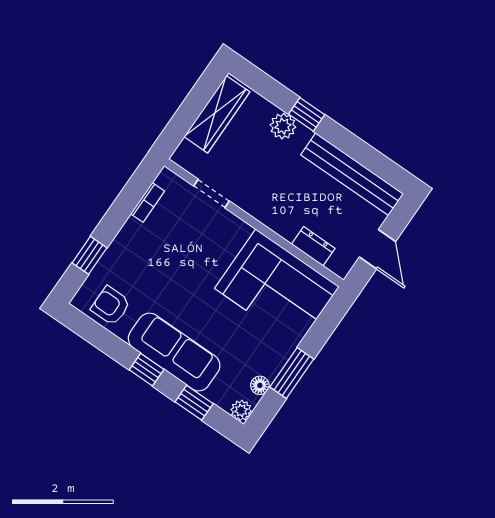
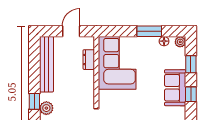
sofa: (174, 352) -> (175, 88), width x0.73

